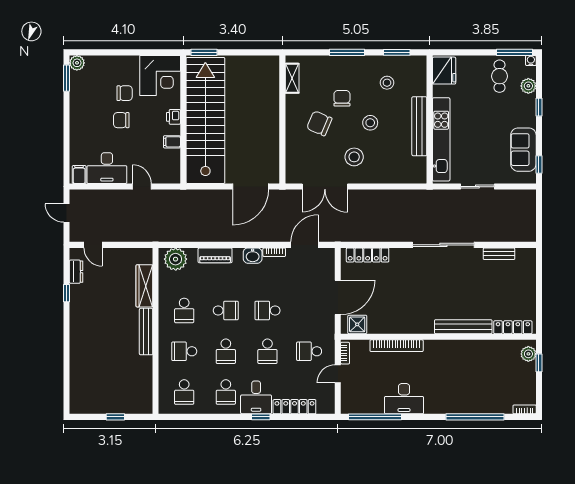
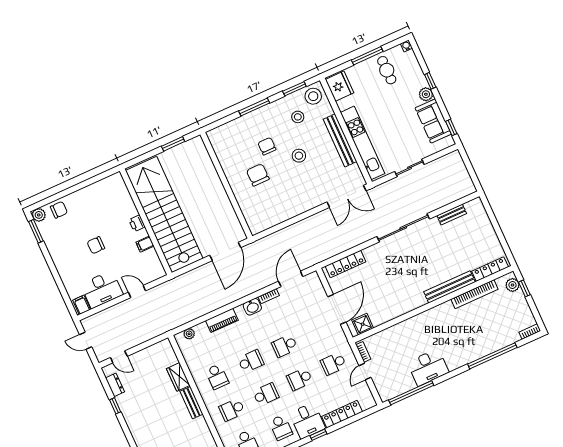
window: (204, 52) -> (173, 144), moved
window: (514, 52) -> (367, 56), moved
corner desk: (160, 75) -> (111, 195), removed
shelving: (292, 78) -> (219, 148), removed
plant: (528, 86) -> (426, 94), moved
chair: (125, 93) -> (59, 210), moved
chair: (319, 123) -> (258, 175), turned 67
stool: (354, 157) -> (313, 96), moved
double door: (325, 187) -> (346, 196), moved
plant: (176, 259) -> (189, 334), width x0.53, depth x0.53
wardrobe: (144, 286) -> (178, 377), width x0.67
bench: (146, 332) -> (192, 403), width x0.73
bookcase: (397, 346) -> (475, 294), moved
school desk: (226, 351) -> (266, 394), turned -90
school desk: (267, 351) -> (300, 379), turned 90

